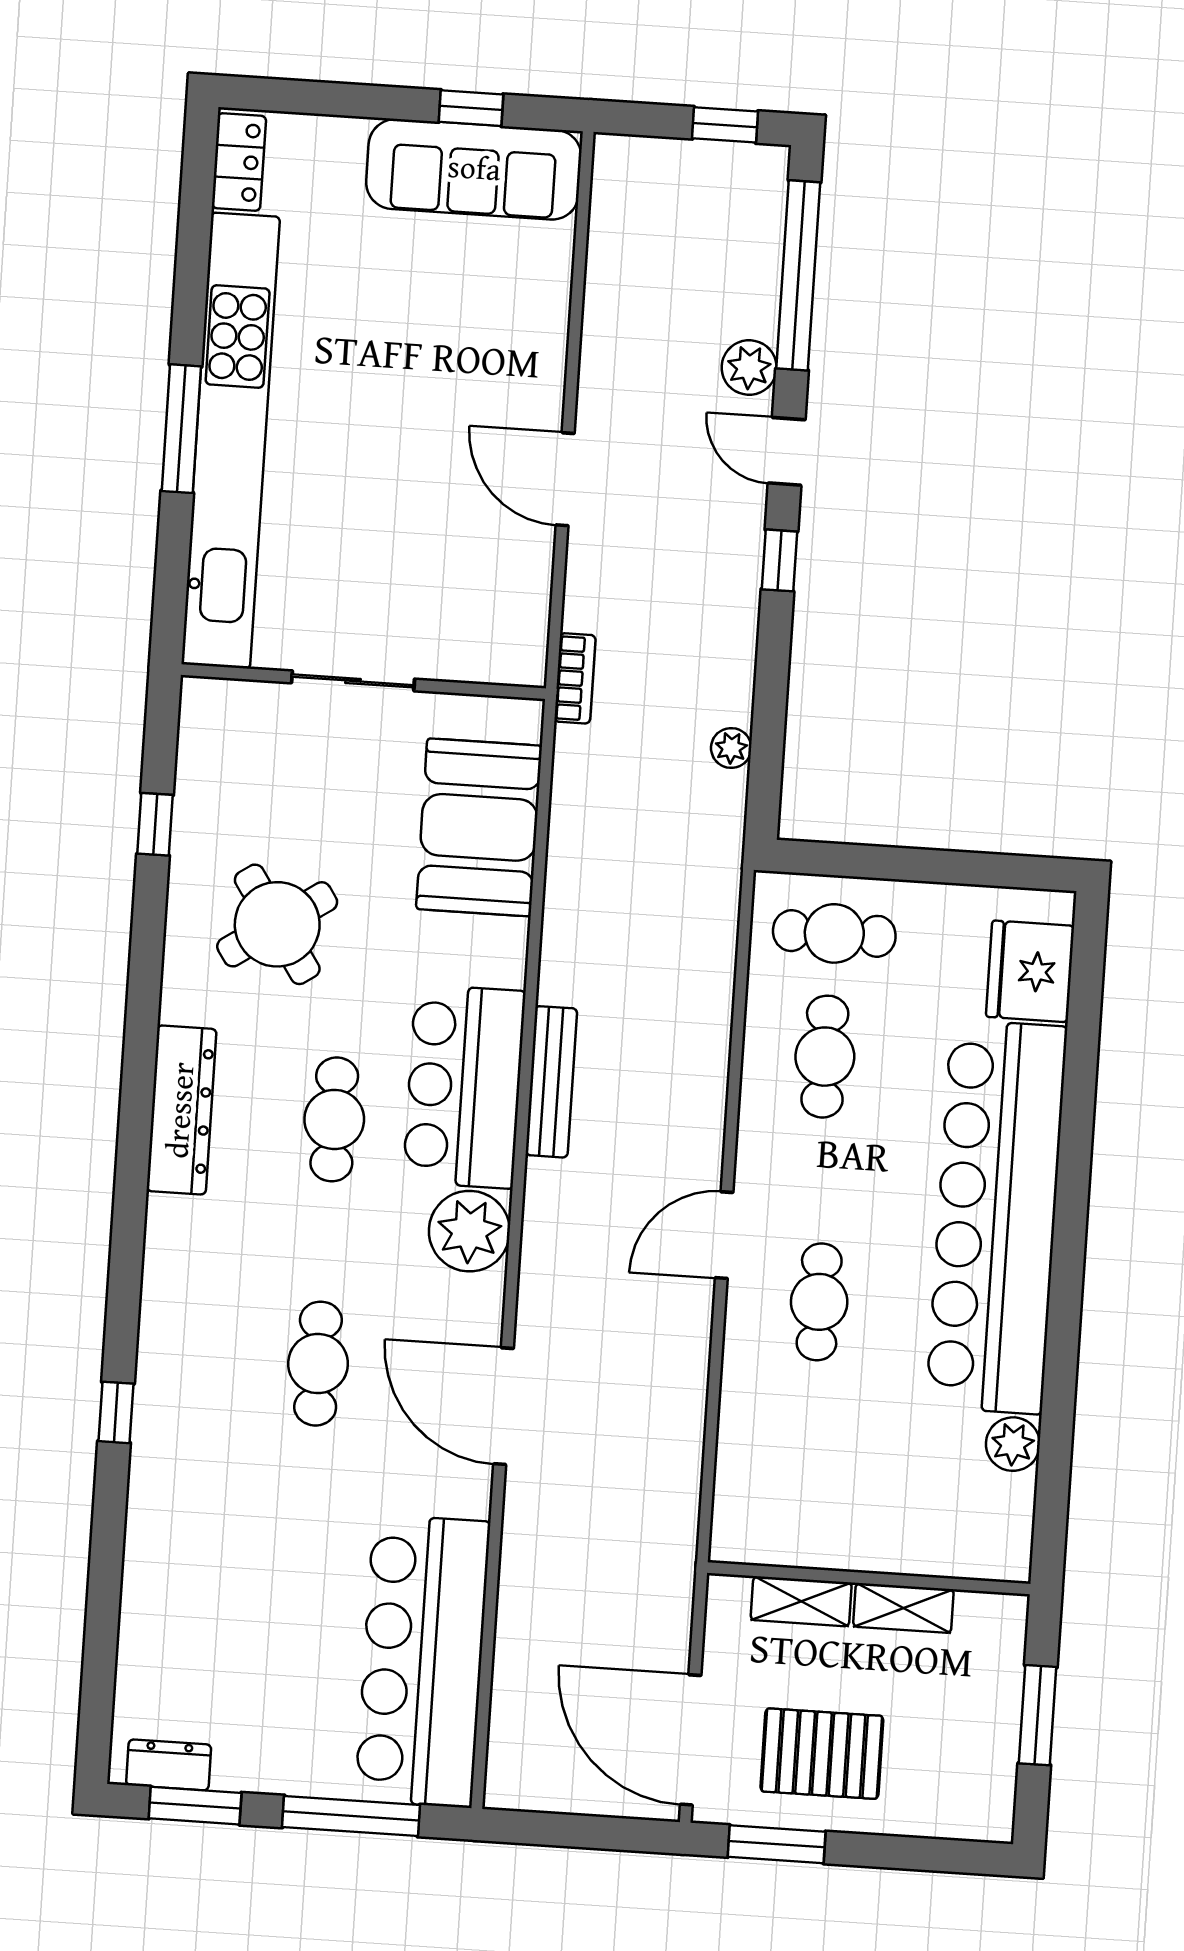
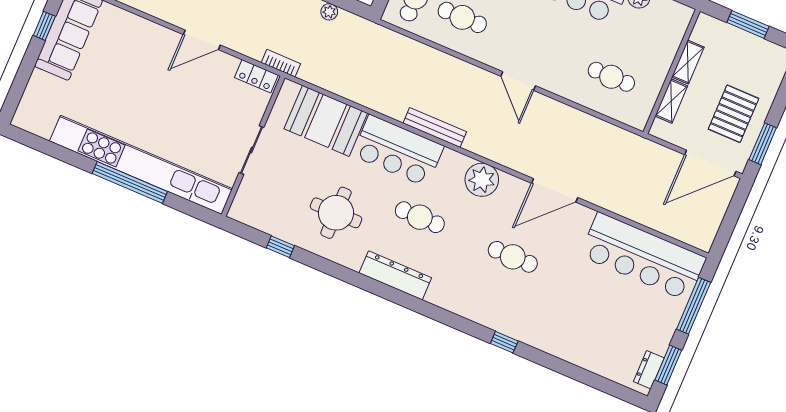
locker: (239, 162) -> (256, 76), moved, turned 180
window: (181, 429) -> (130, 183), width x1.46
round table: (277, 924) -> (336, 213), turned 34
bar counter: (464, 1087) -> (398, 151), moved
cafe table: (819, 1302) -> (611, 77), moved

